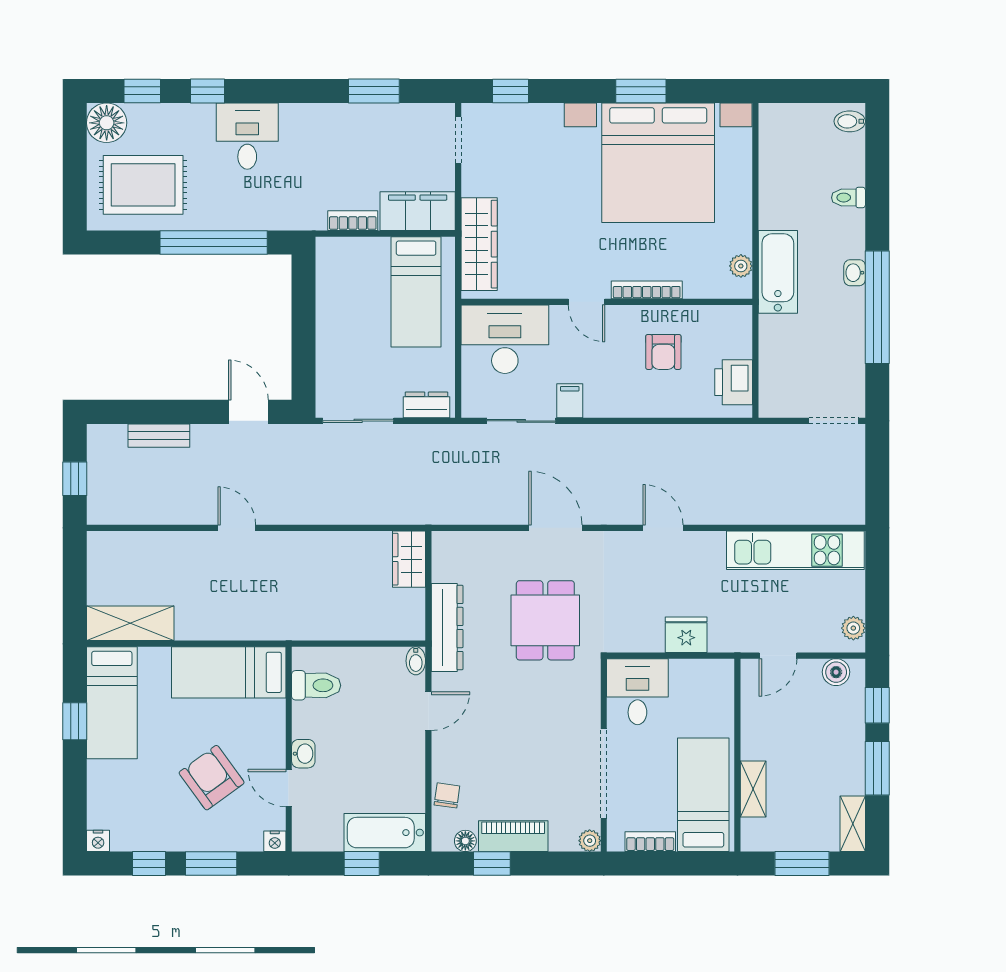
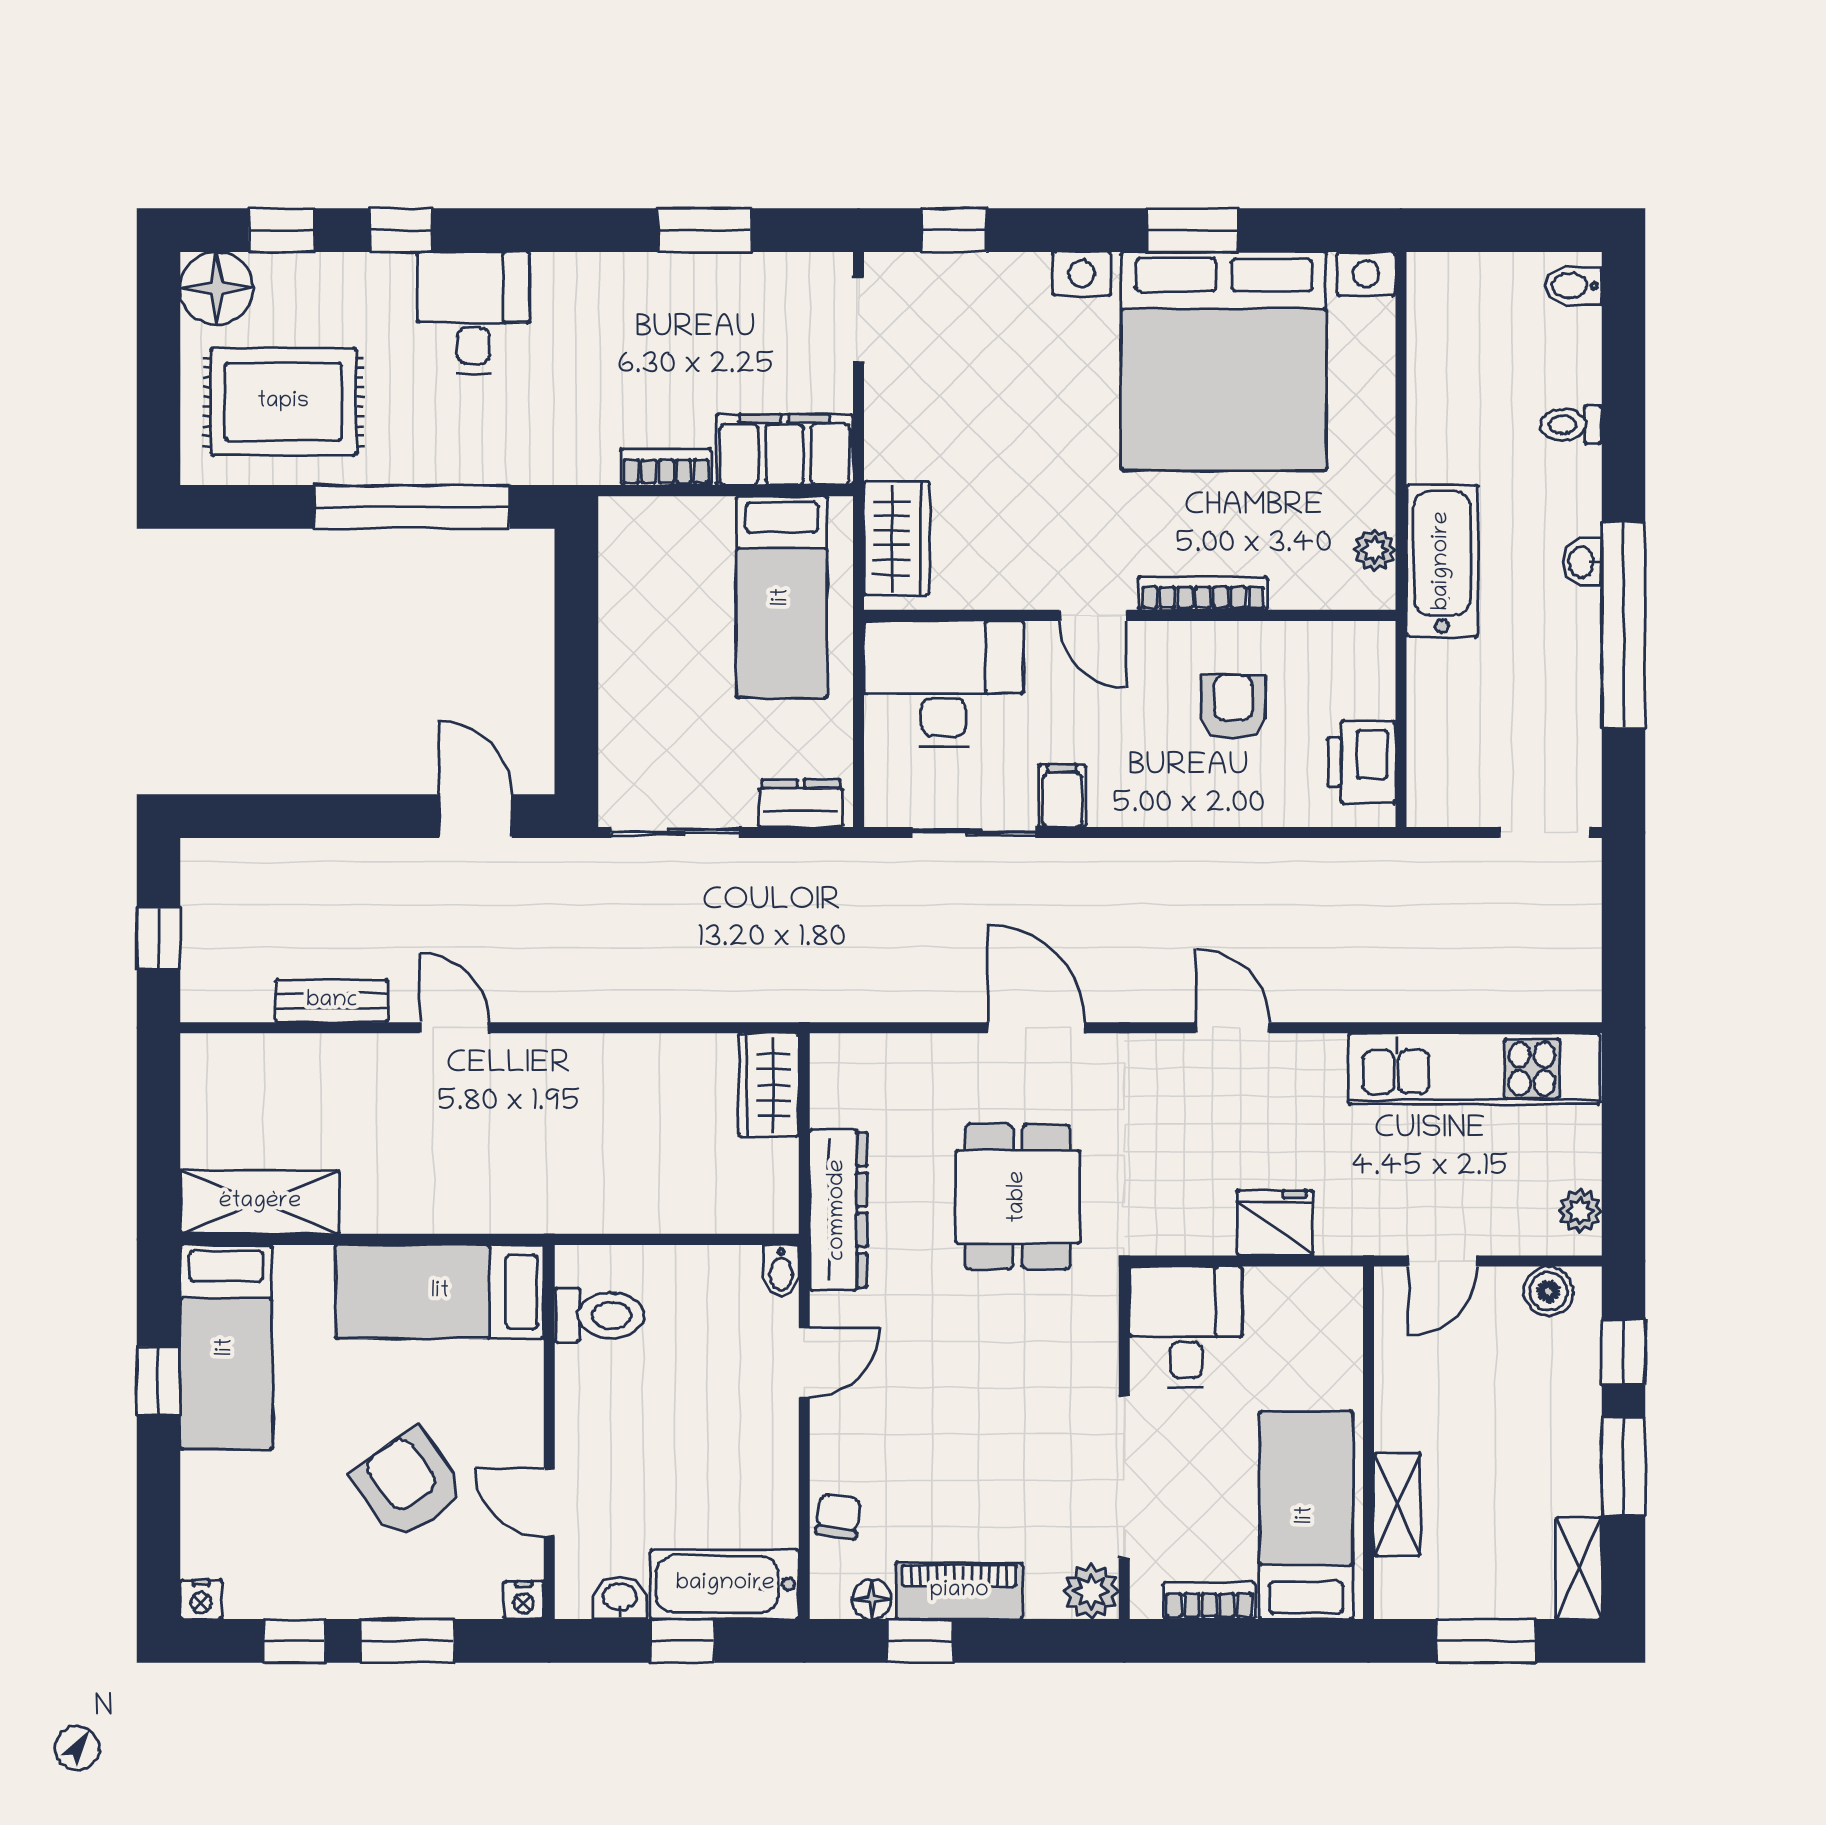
wardrobe: (479, 244) -> (897, 538), width x0.67
armchair: (663, 352) -> (1233, 707), turned 180
bench: (159, 436) -> (332, 1001), moved
washbasin: (303, 754) -> (620, 1598), moved, turned -90
plant: (590, 841) -> (1091, 1591), width x1.38, depth x1.38

